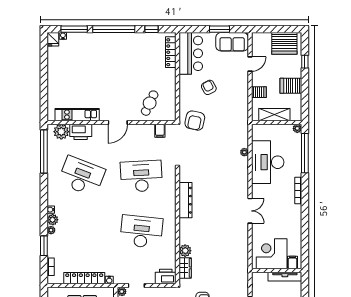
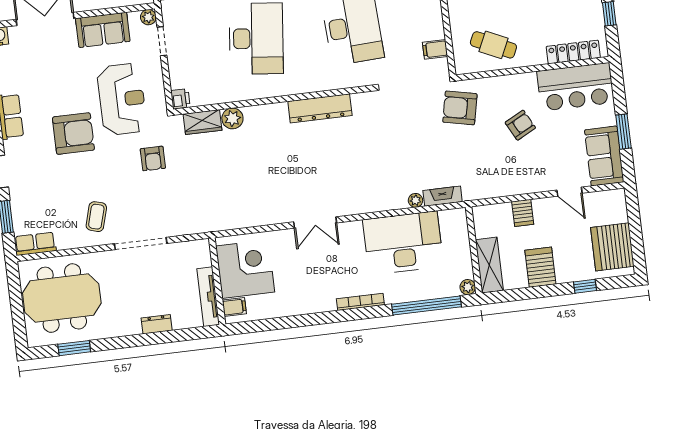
cafe table: (150, 103) -> (493, 45), moved
shelving: (274, 115) -> (489, 265), moved
fireplace: (244, 136) -> (443, 196), added
printer: (166, 276) -> (180, 99), width x0.53, depth x0.68

